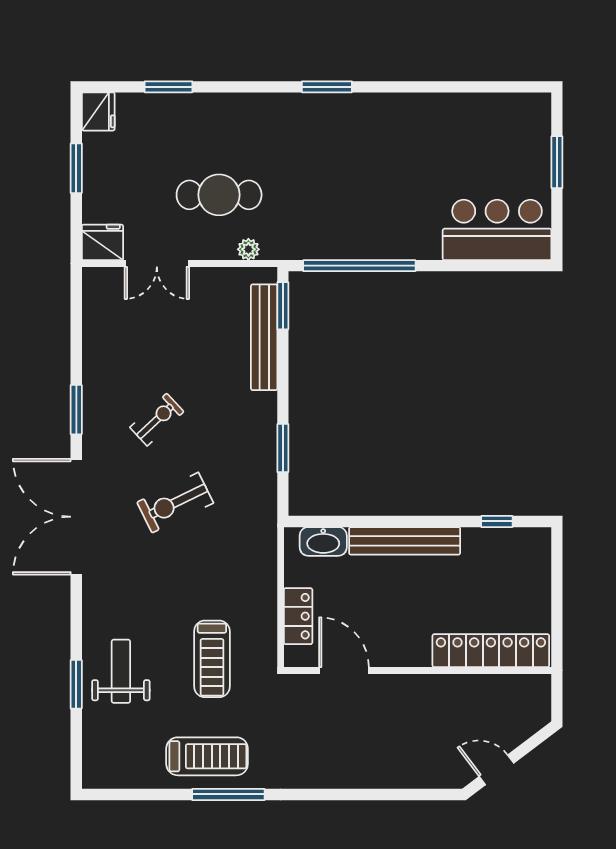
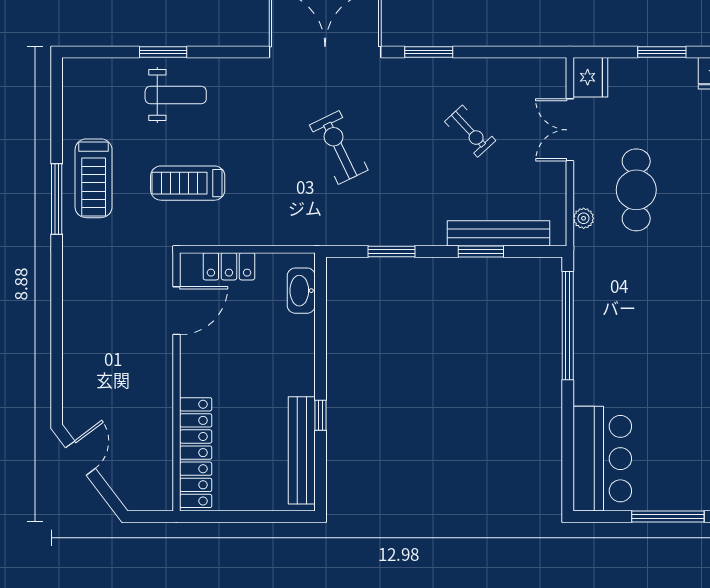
window: (557, 162) -> (668, 516), width x1.44
window: (283, 306) -> (481, 252), moved
exercise bike: (157, 420) -> (470, 131), moved
window: (497, 521) -> (320, 415), moved
bench: (405, 541) -> (302, 450), moved

